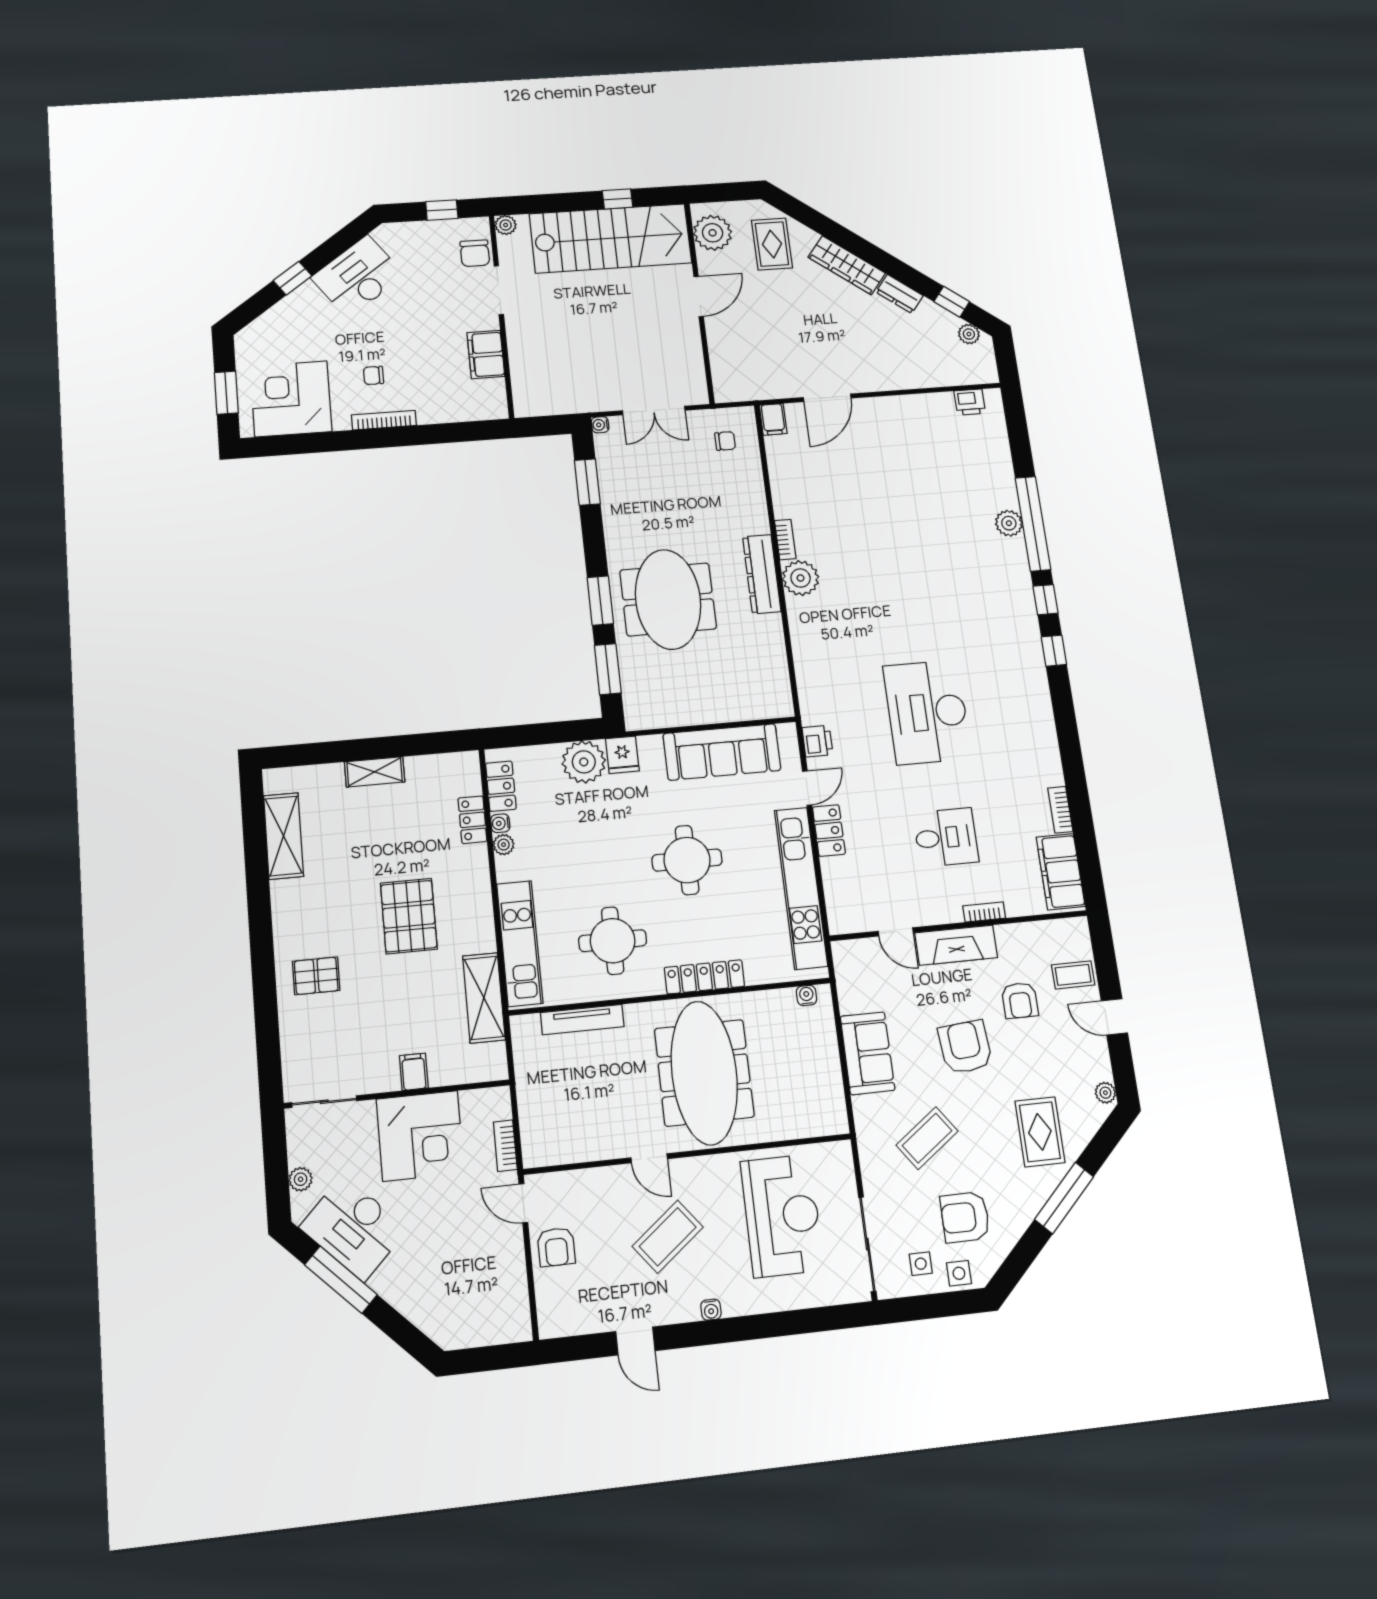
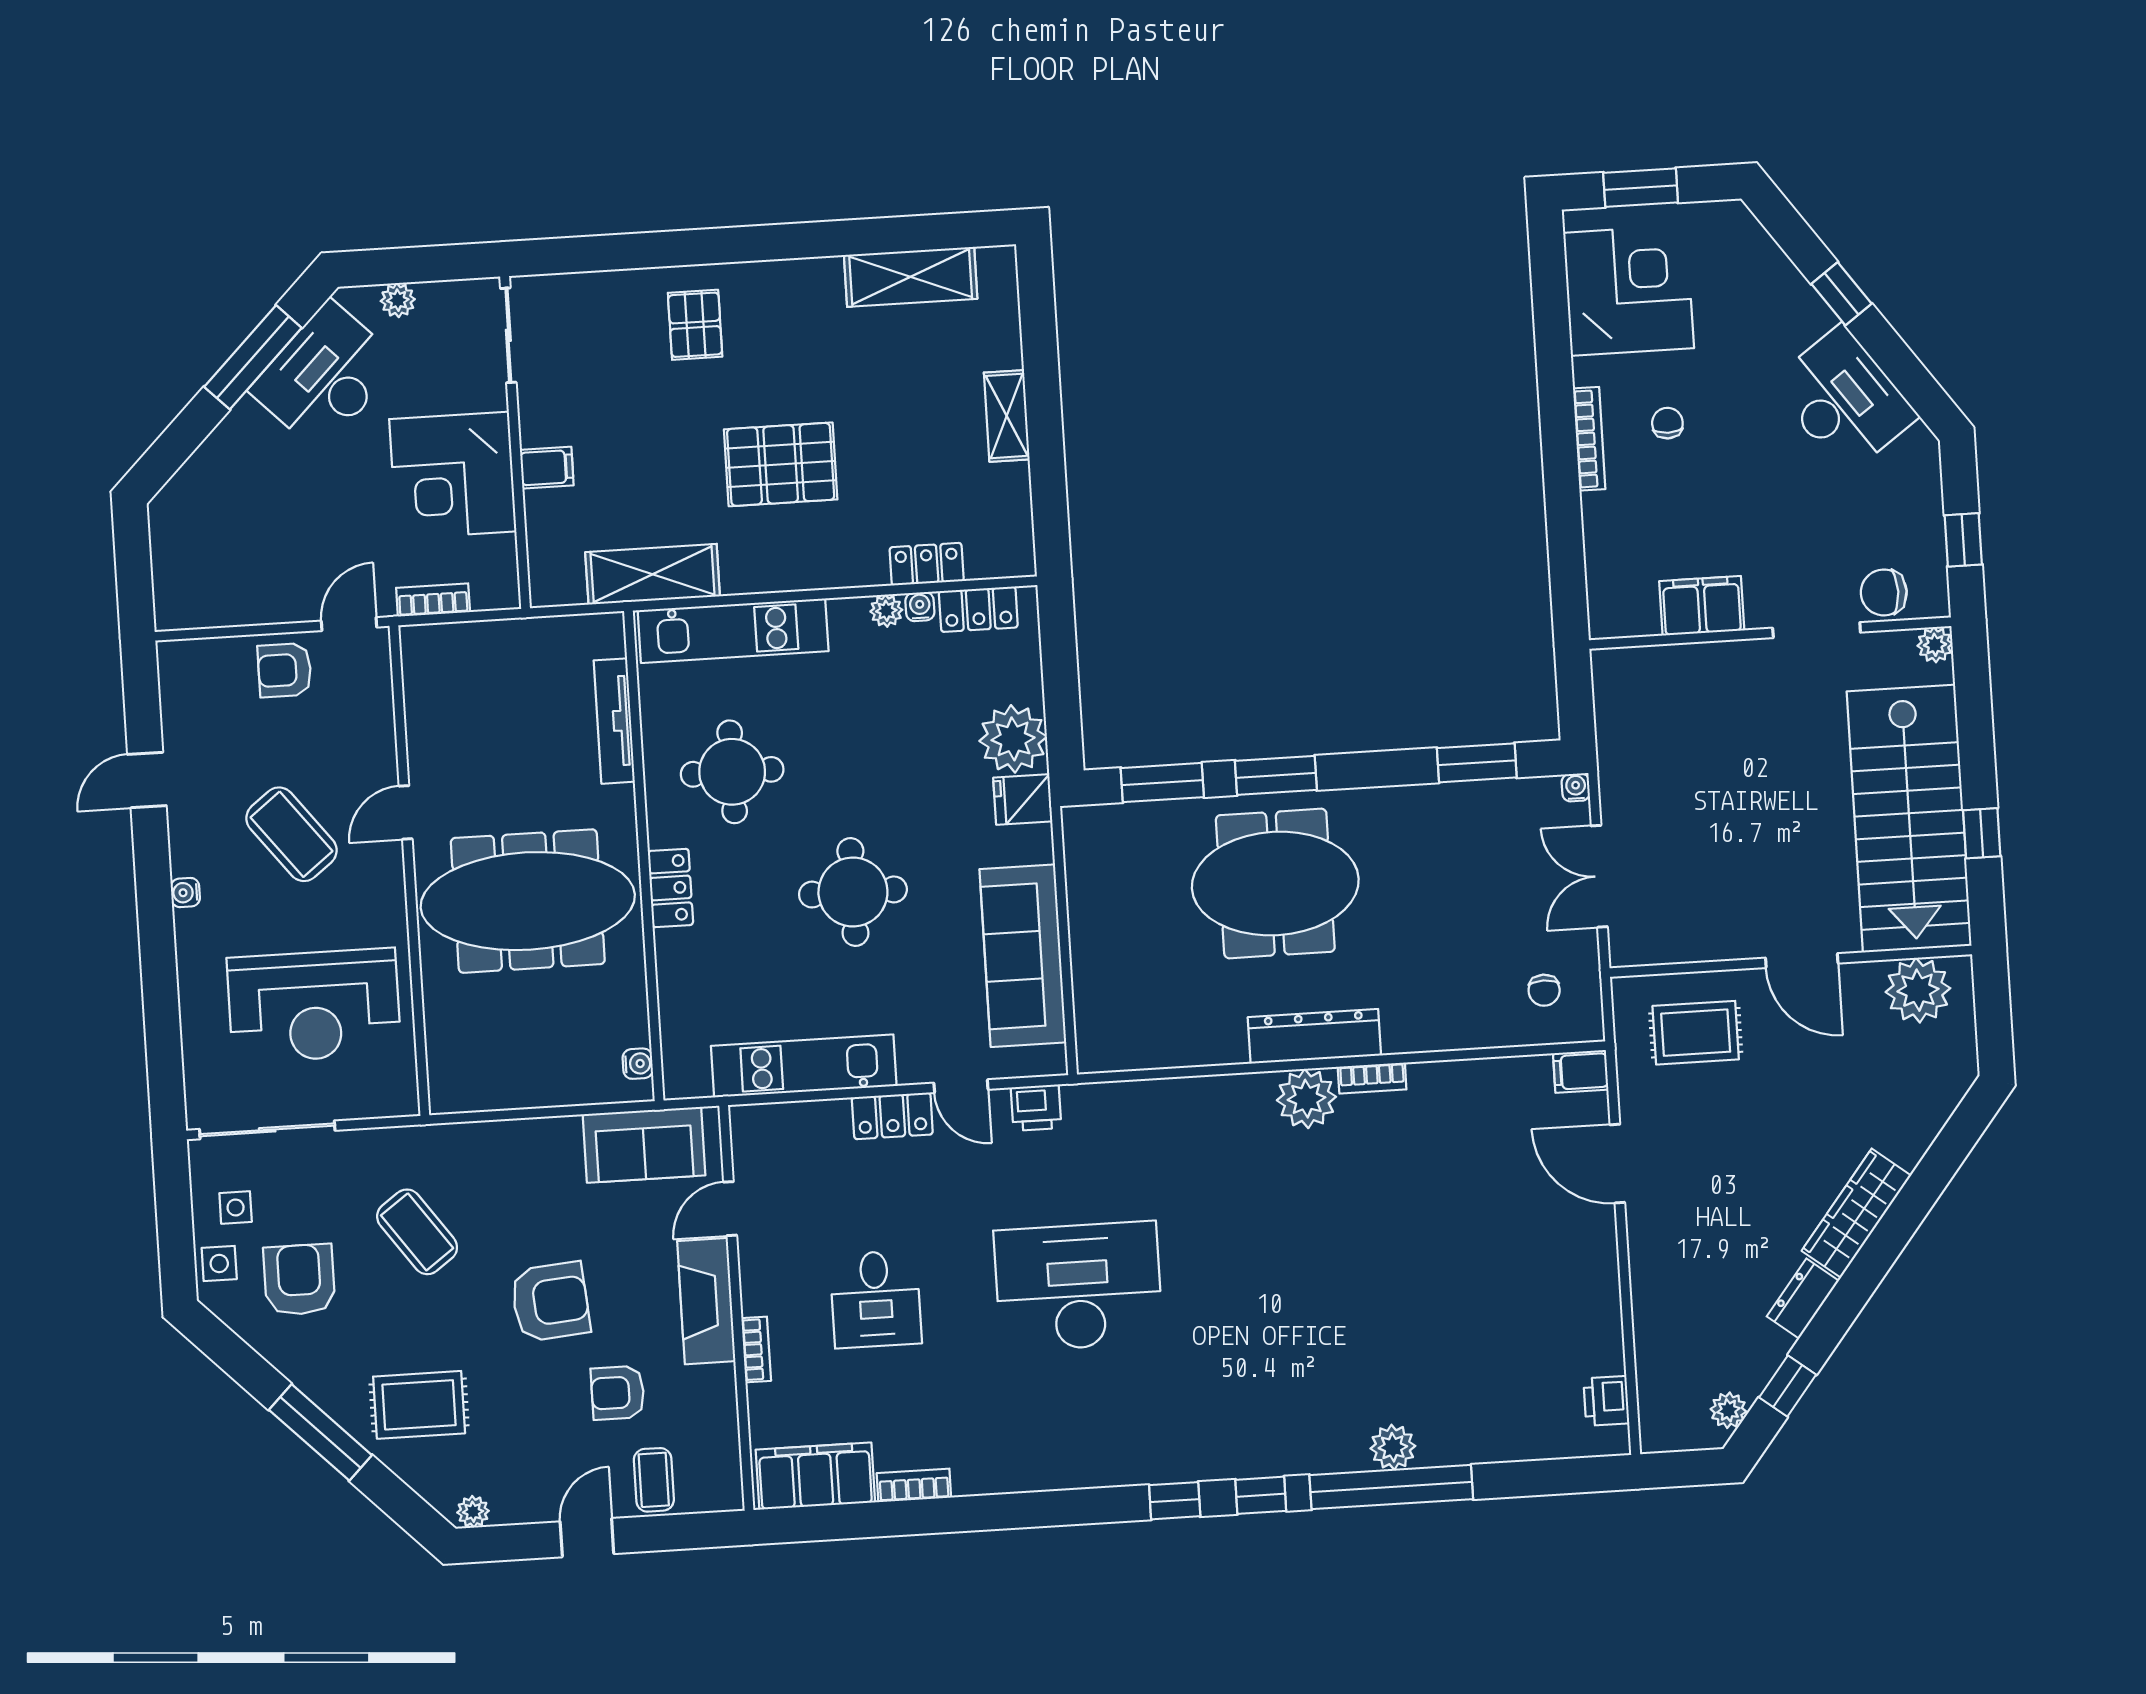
rug: (772, 244) -> (1696, 1033), moved
kitchen unit: (801, 888) -> (804, 1066), width x0.73
locker: (704, 977) -> (670, 888), width x0.66
sofa: (867, 1053) -> (644, 1145), moved

